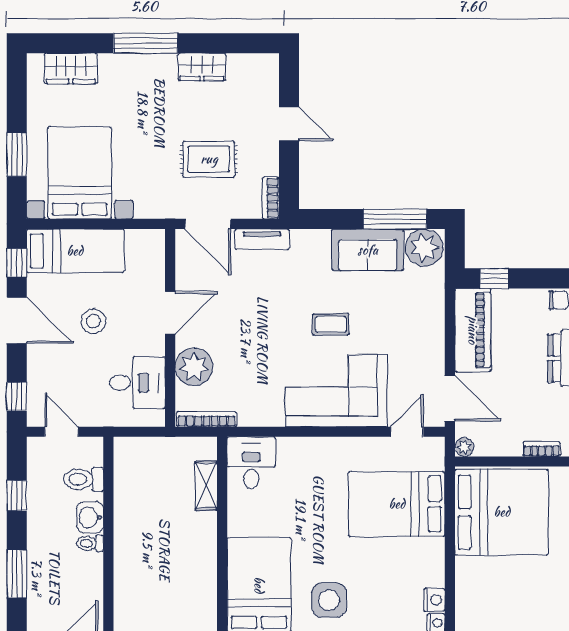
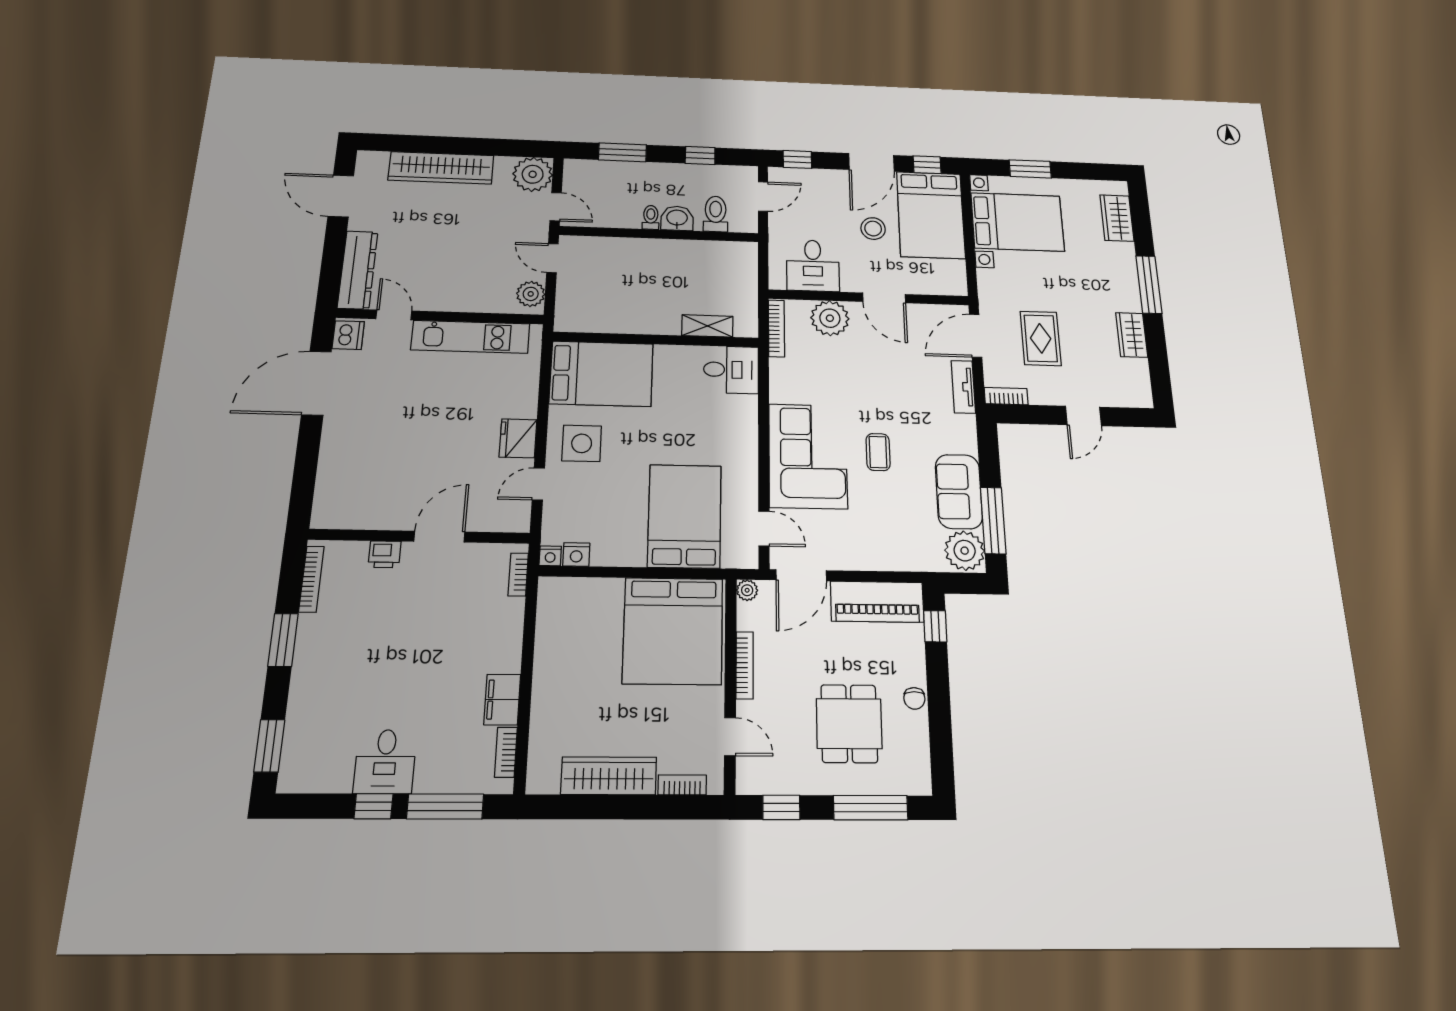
bed: (75, 251) -> (931, 215), width x1.50
bookcase: (542, 449) -> (745, 665), width x1.56

